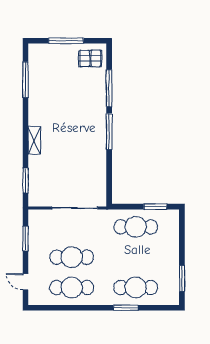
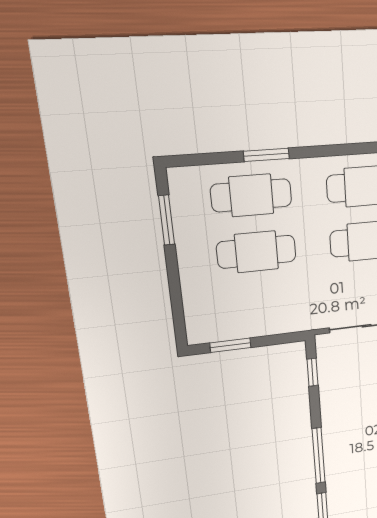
window: (109, 184) -> (313, 372), added
cafe table: (136, 227) -> (256, 252), moved

